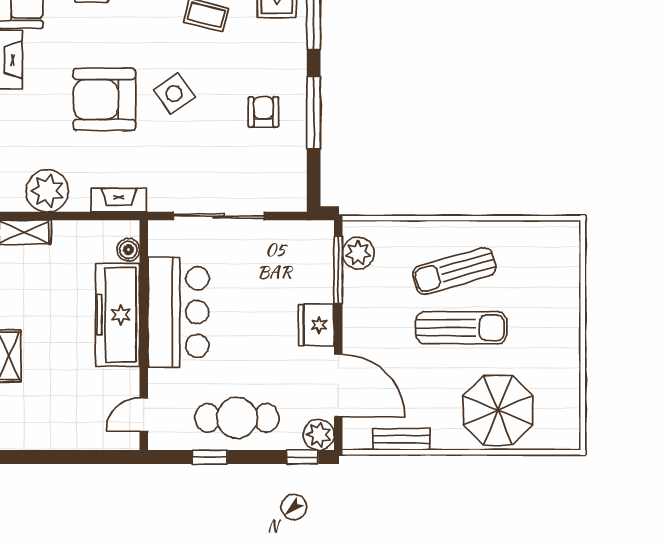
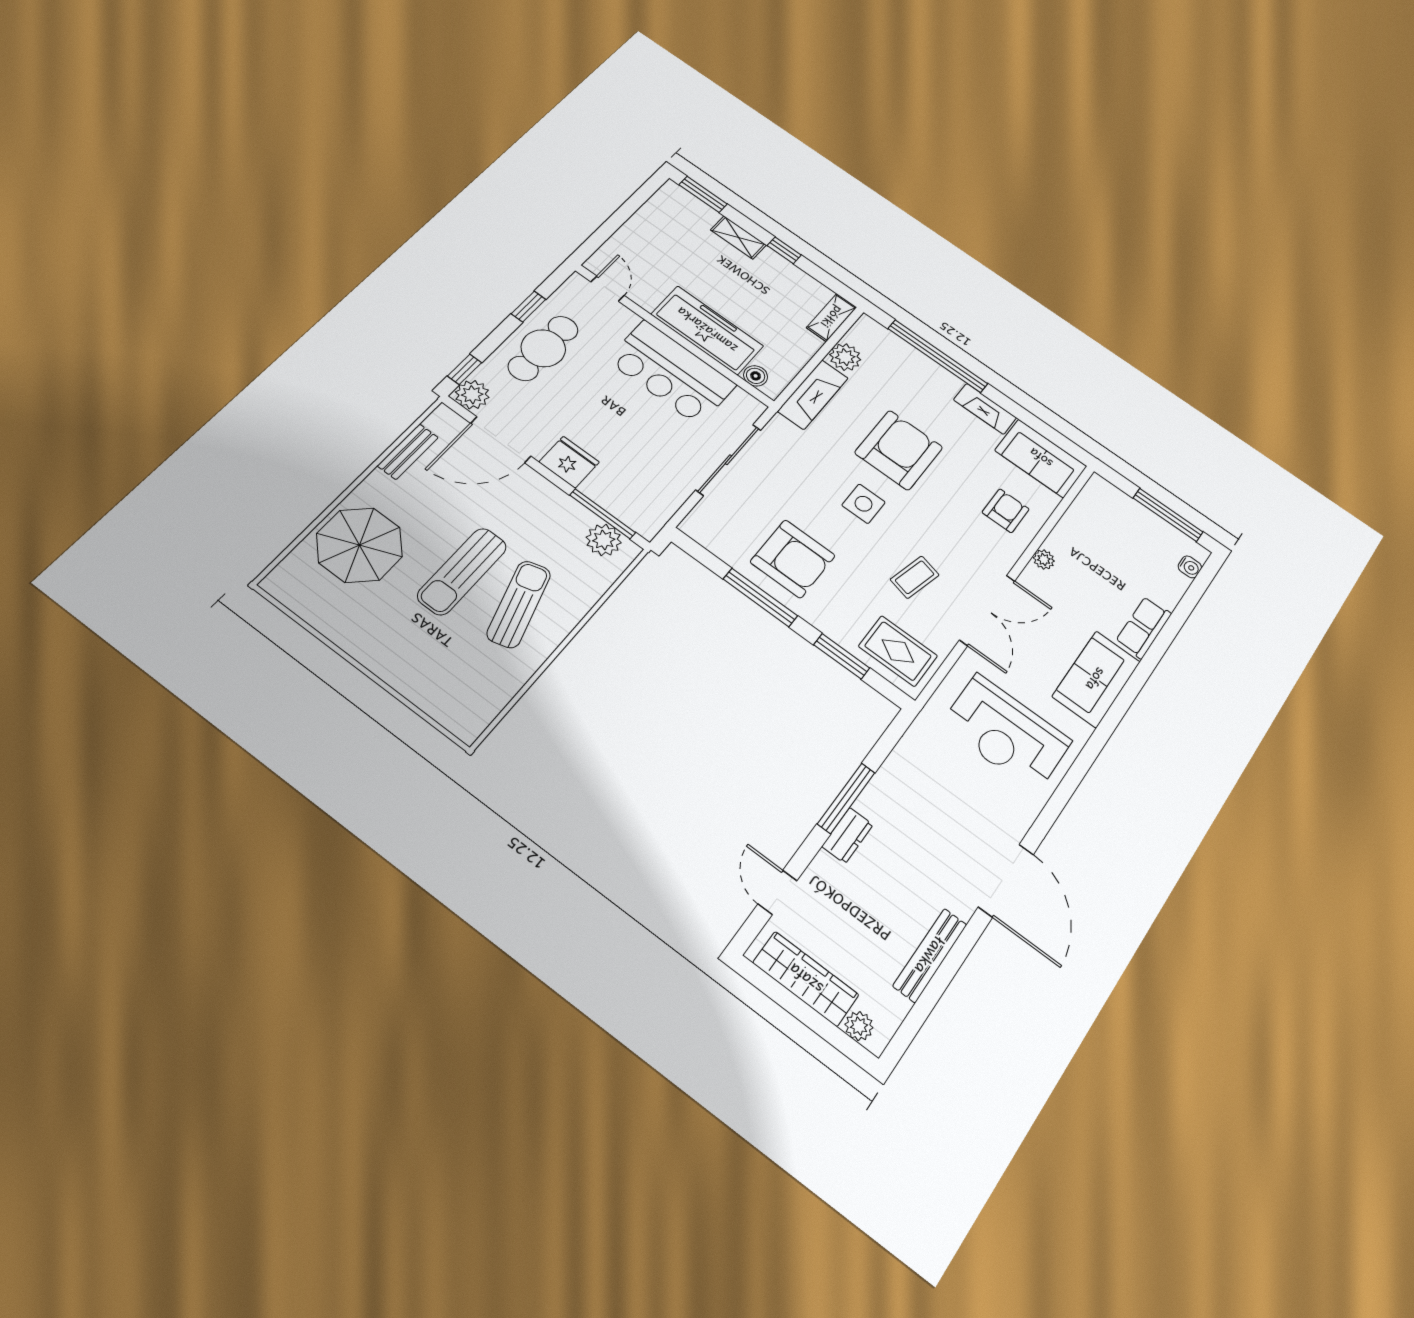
side table: (174, 93) -> (864, 504), turned 35
armchair: (263, 112) -> (793, 559), width x1.88, depth x1.88
plant: (47, 191) -> (845, 357), width x0.73, depth x0.73
fireplace: (119, 200) -> (813, 395), width x1.37, depth x1.32

